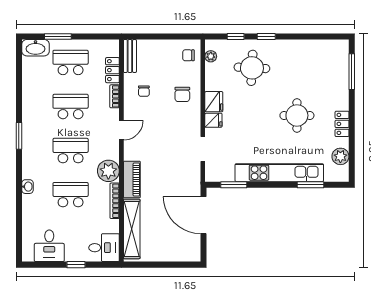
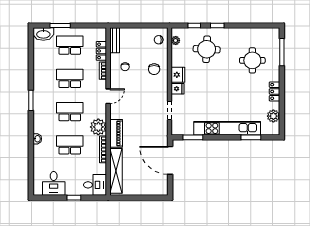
round table: (297, 115) -> (252, 60), moved

